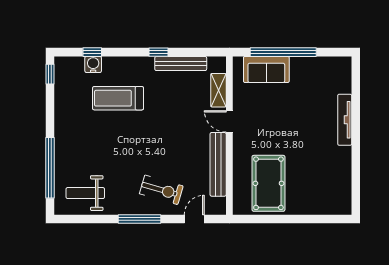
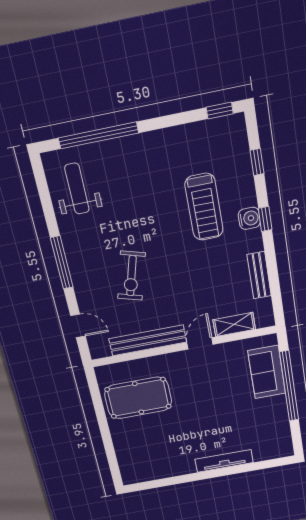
window: (158, 52) -> (265, 219), moved
bench: (181, 63) -> (259, 275), width x0.73
water cooler: (93, 64) -> (249, 218), moved
treadmill: (118, 98) -> (204, 207), turned 180
exercise bike: (161, 190) -> (131, 276), moved

